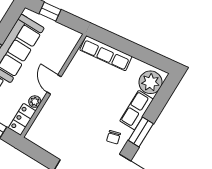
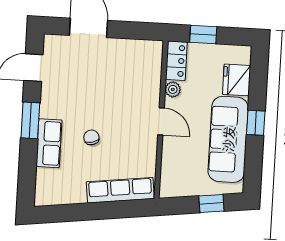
plant: (150, 82) -> (50, 184), removed
chair: (114, 137) -> (91, 137), moved

